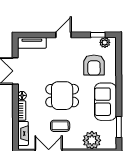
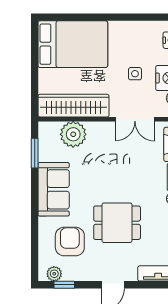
dining table: (62, 96) -> (117, 223), moved
coffee table: (60, 126) -> (119, 155), removed

